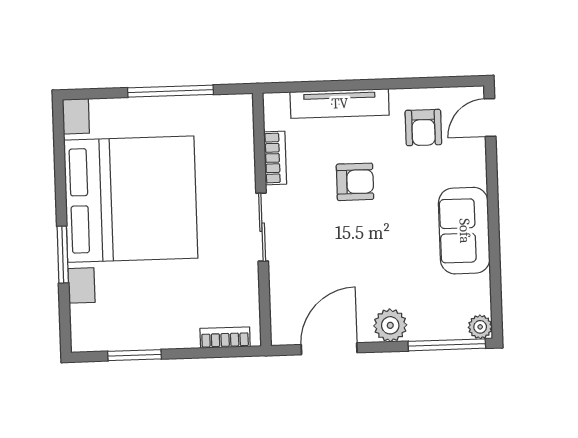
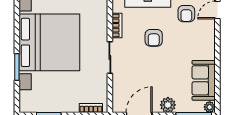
armchair: (355, 182) -> (154, 38), turned 90
sofa: (464, 231) -> (204, 80), moved

